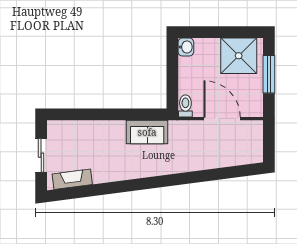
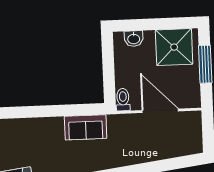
washbasin: (186, 47) -> (134, 39), moved, turned 90

